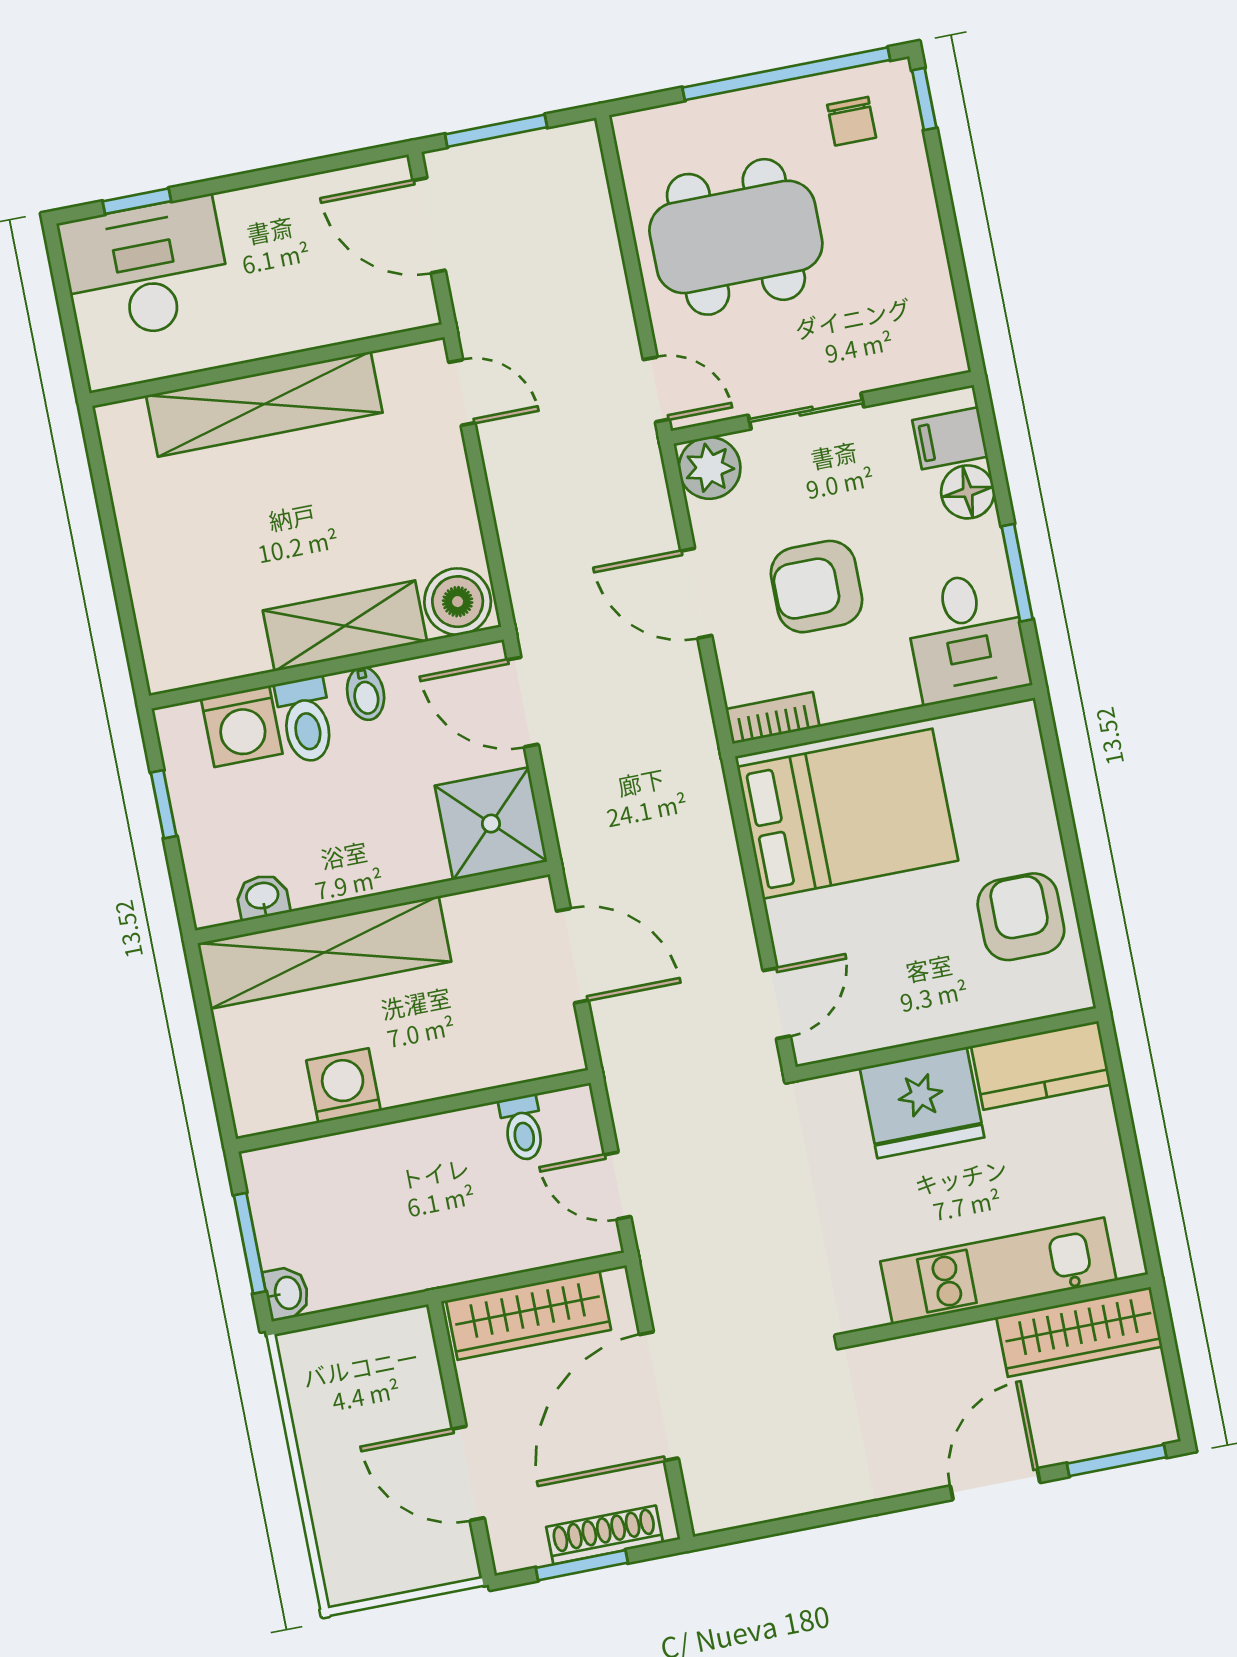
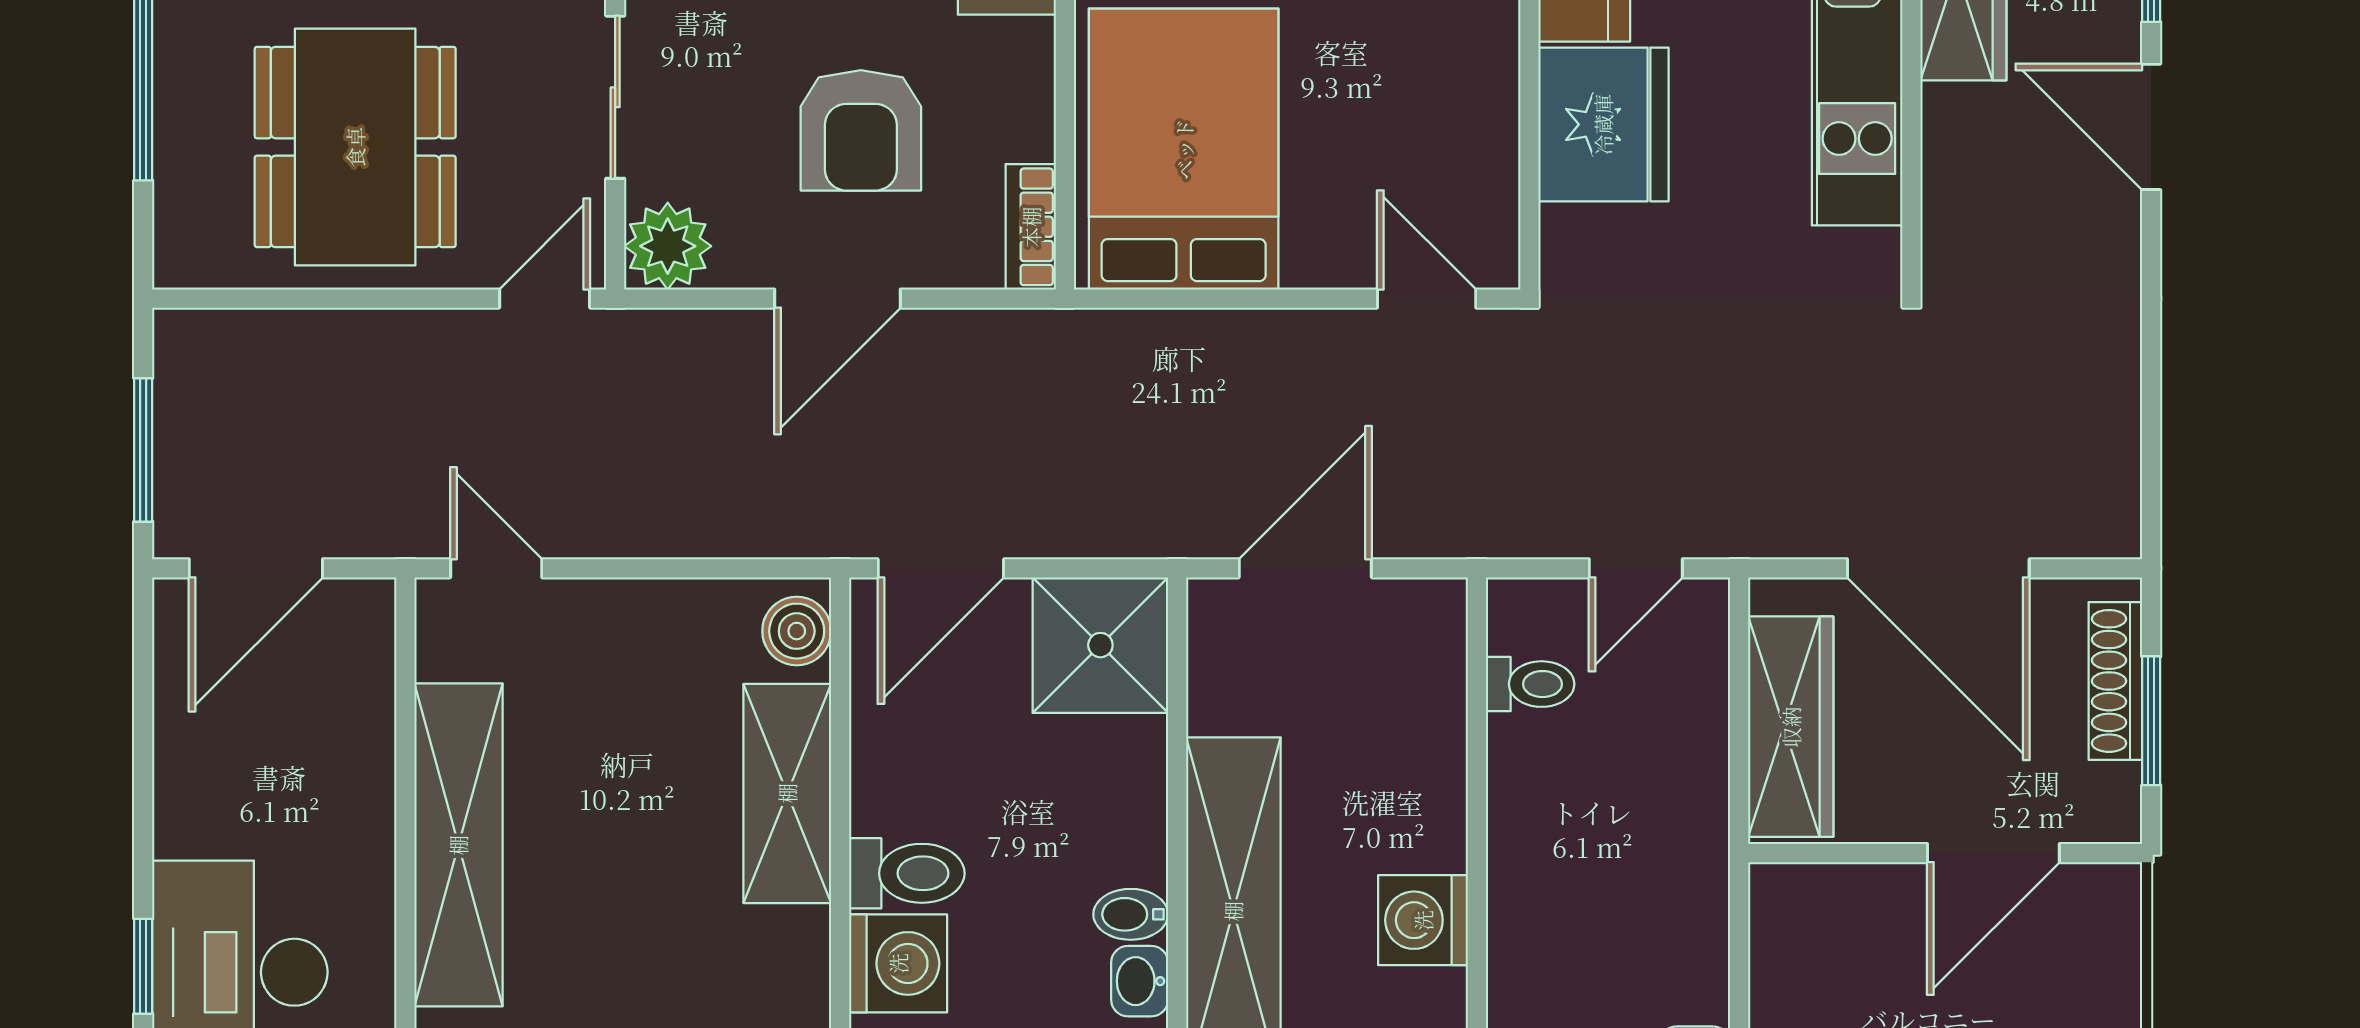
door: (462, 393) -> (496, 568), hinge flipped
boiler: (458, 602) -> (797, 631), width x0.73, depth x0.73
bidet: (366, 694) -> (1131, 914), moved, turned 180

